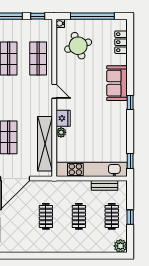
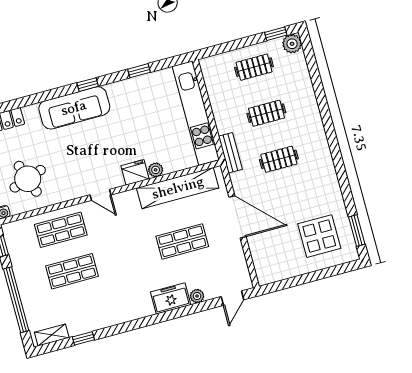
sofa: (117, 83) -> (74, 108), width x1.36
door: (54, 91) -> (100, 195), swing flipped
window: (130, 161) -> (139, 71), moved
bench: (105, 185) -> (230, 153), moved
window: (130, 217) -> (276, 34), moved

